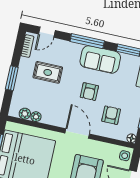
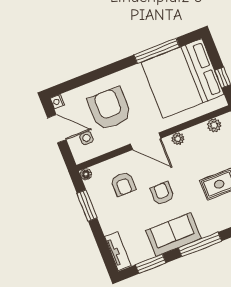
plant: (36, 117) -> (178, 139), moved
side table: (125, 156) -> (86, 138), moved

